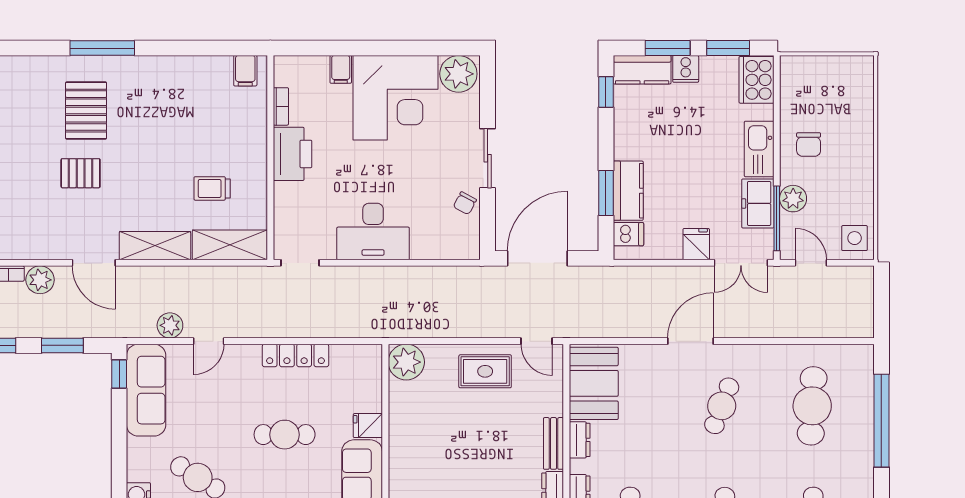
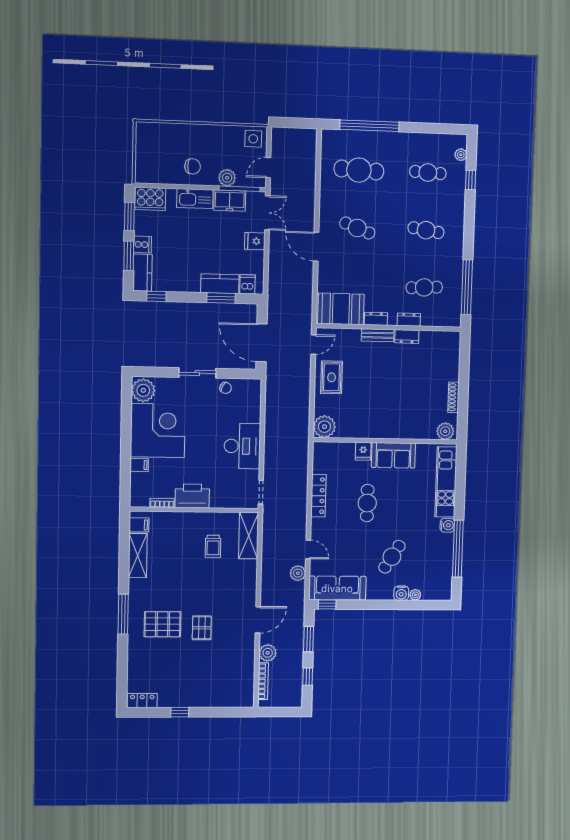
shelving: (155, 246) -> (138, 556), moved

